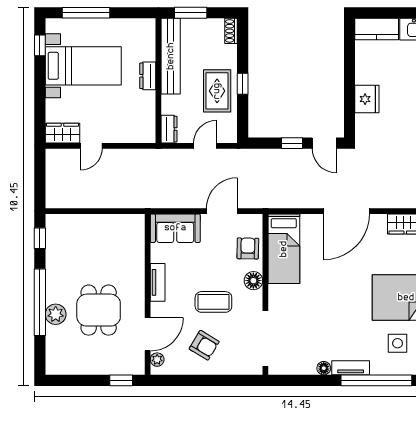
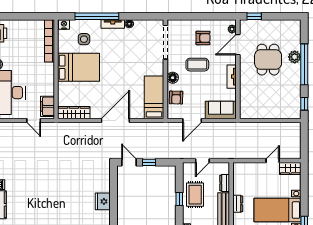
fridge: (367, 99) -> (103, 201), moved
dresser: (169, 129) -> (225, 183), moved
armchair: (204, 345) -> (203, 38), turned 149

